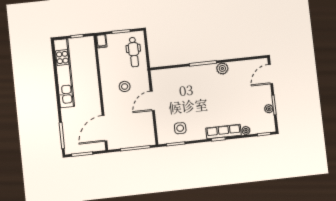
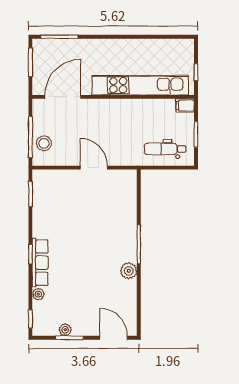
kitchen unit: (64, 73) -> (140, 85), moved, turned 180
stool: (125, 86) -> (44, 143), moved
door: (104, 128) -> (63, 97), hinge flipped
side table: (180, 128) -> (52, 202), removed

